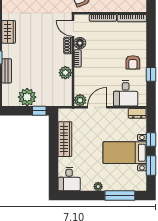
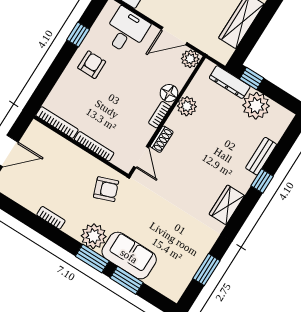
floor lamp: (80, 43) -> (169, 93), moved
dresser: (50, 101) -> (230, 82), added

